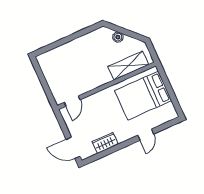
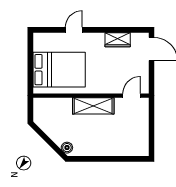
boiler: (118, 37) -> (67, 148), moved
shelving: (128, 66) -> (93, 106), moved

